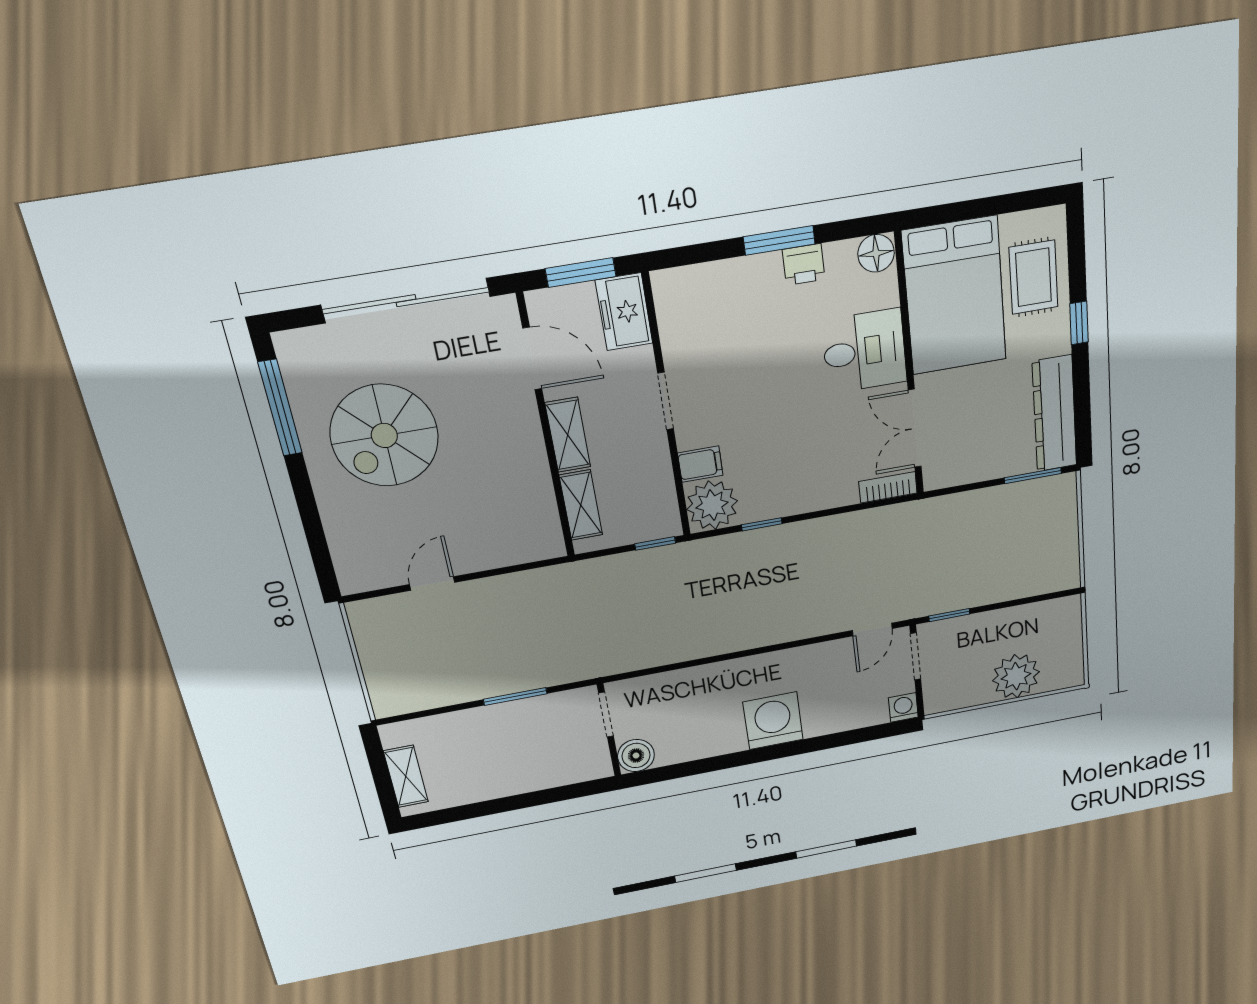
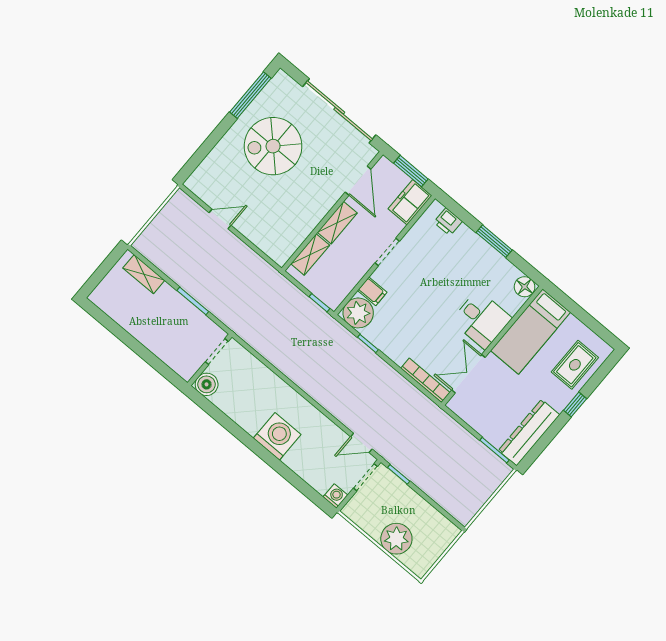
printer: (804, 264) -> (448, 222), moved
bed: (955, 296) -> (530, 331), width x0.67
bookcase: (888, 487) -> (425, 380), width x1.56
shelving: (406, 776) -> (144, 274), moved, turned 90

